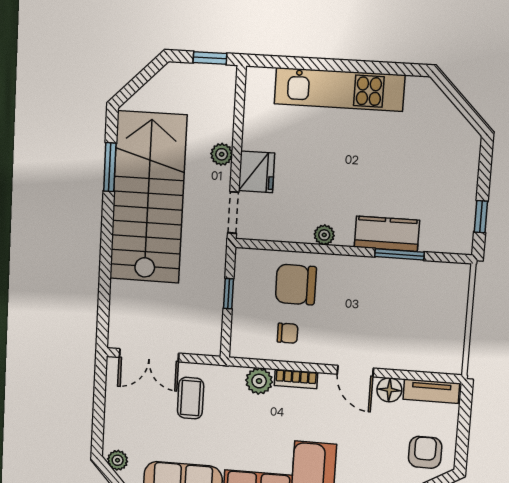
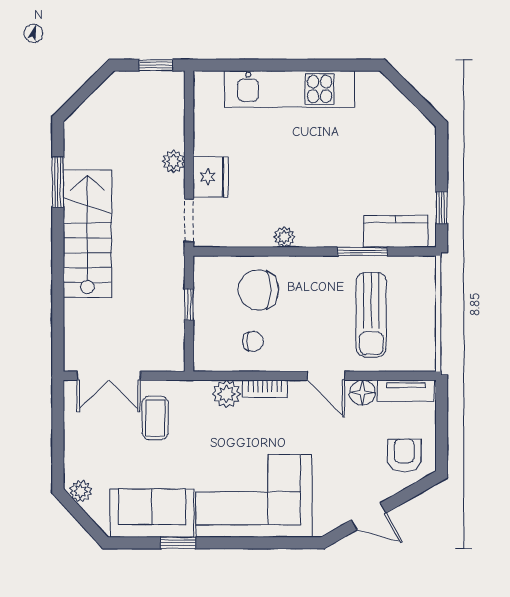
stairs: (148, 197) -> (87, 234), width x0.73, depth x0.66
kitchen counter: (387, 234) -> (396, 231), moved
sun lounger: (403, 316) -> (371, 315), added

